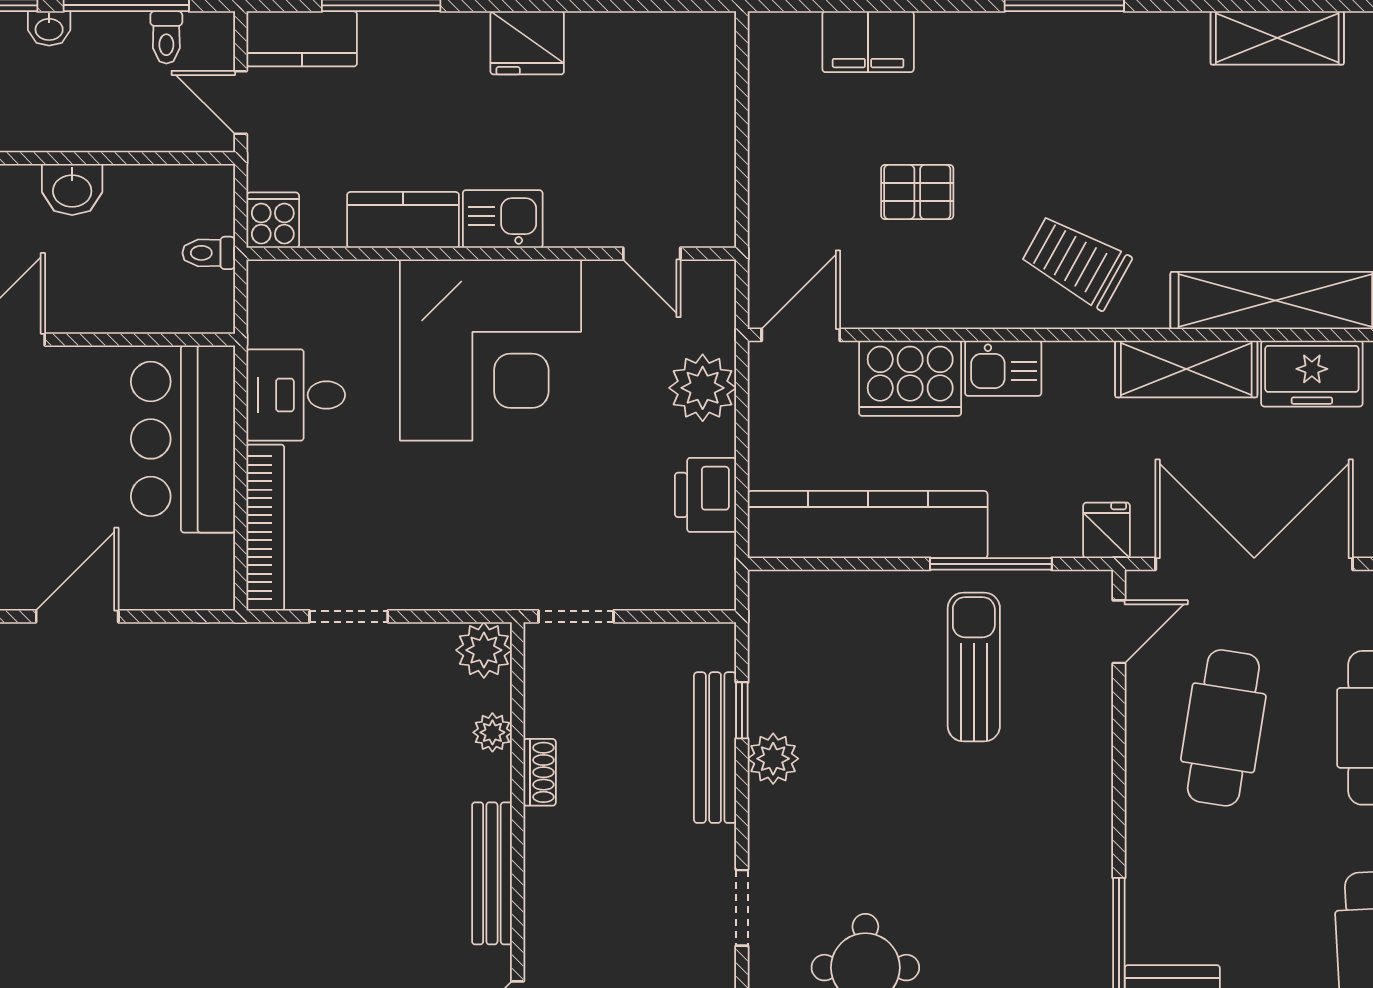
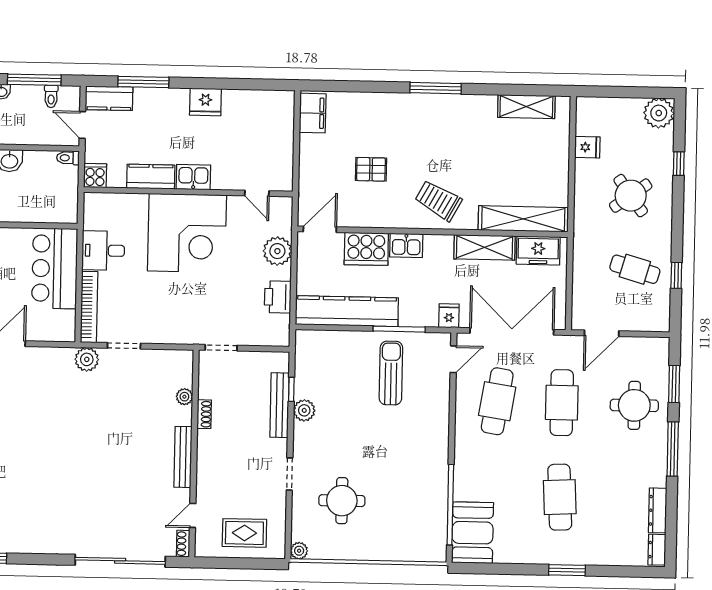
filing cabinet: (868, 42) -> (313, 113), moved, turned -90
toilet: (209, 253) -> (68, 158), moved
plant: (484, 650) -> (87, 359), moved

